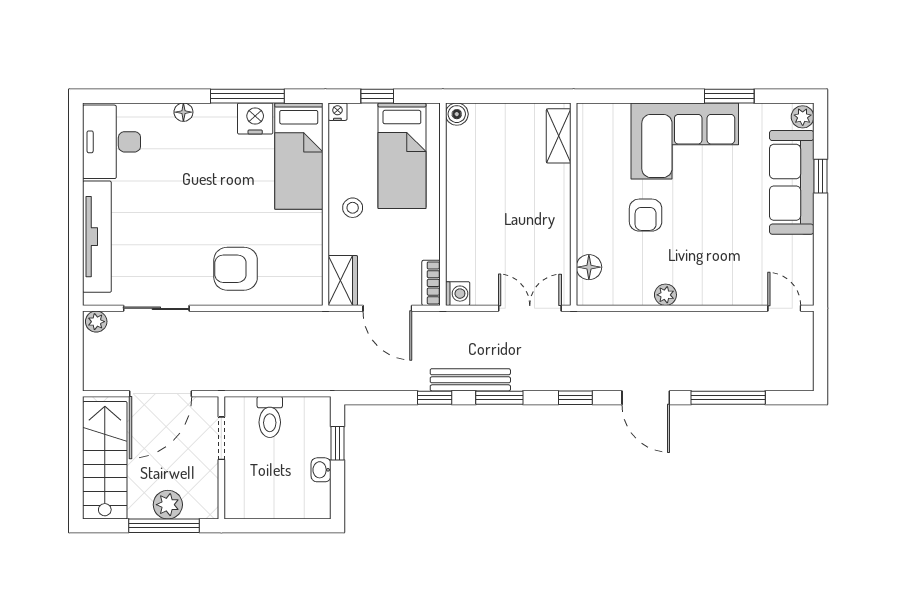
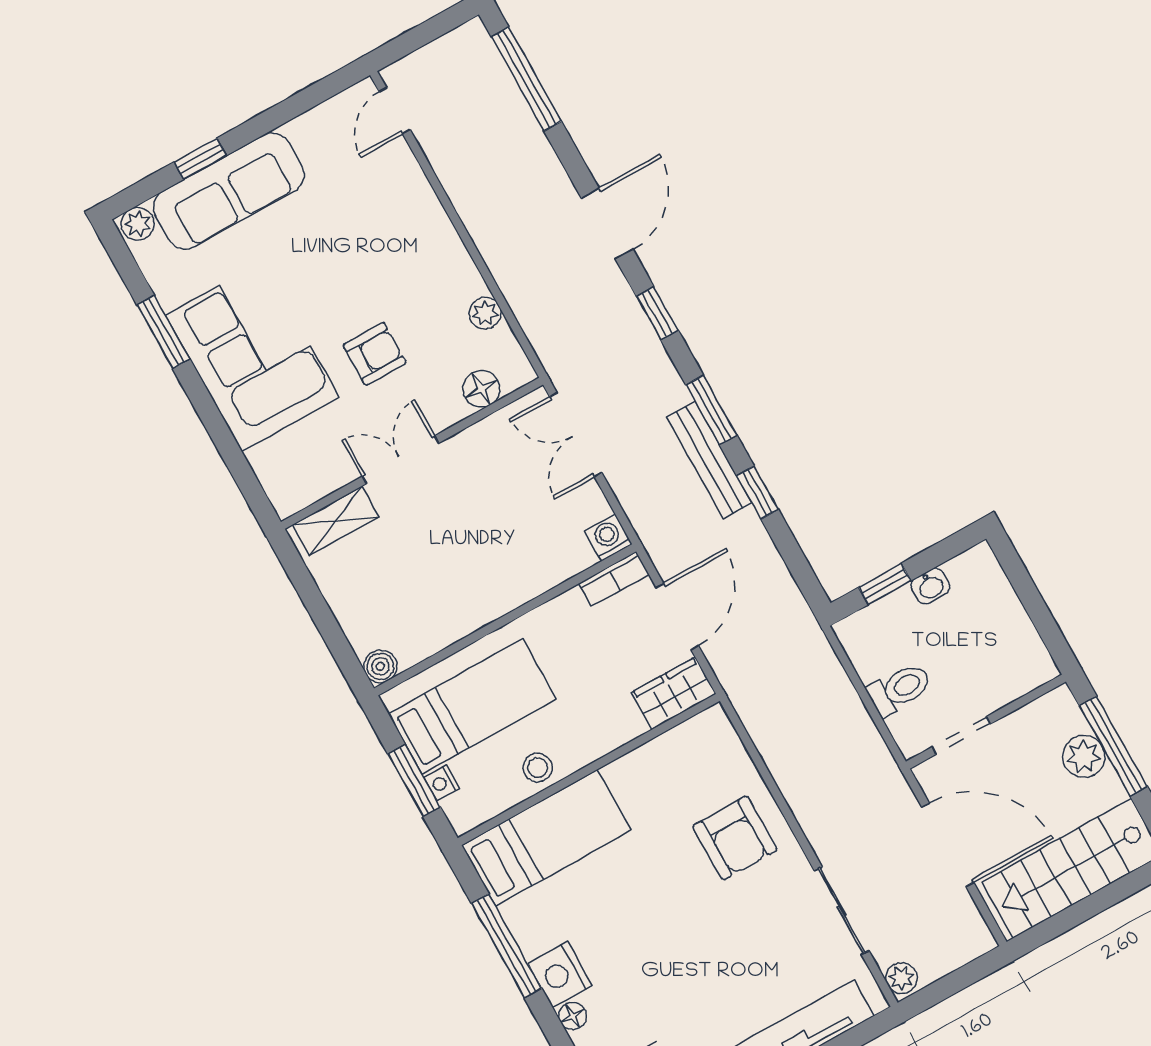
window: (377, 96) -> (414, 780), width x1.50
nightstand: (337, 112) -> (441, 783), moved
nightstand: (255, 119) -> (560, 975), moved
double door: (574, 195) -> (401, 460), added
stool: (353, 208) -> (538, 768), moved
plant: (665, 295) -> (485, 313), moved
window: (728, 398) -> (526, 79), moved

